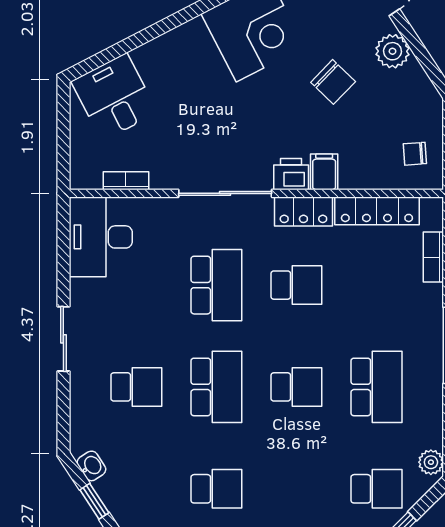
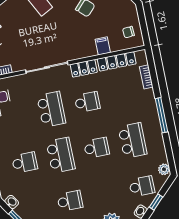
filing cabinet: (324, 172) -> (103, 46), moved
printer: (291, 174) -> (75, 53), removed

